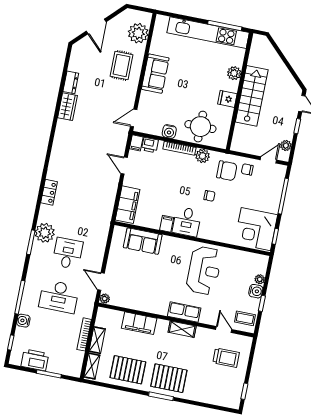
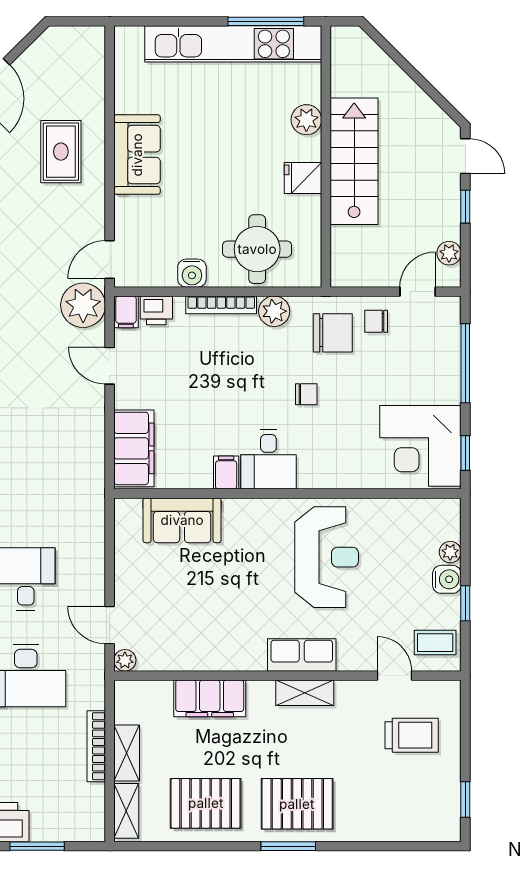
plant: (138, 33) -> (83, 305), moved

